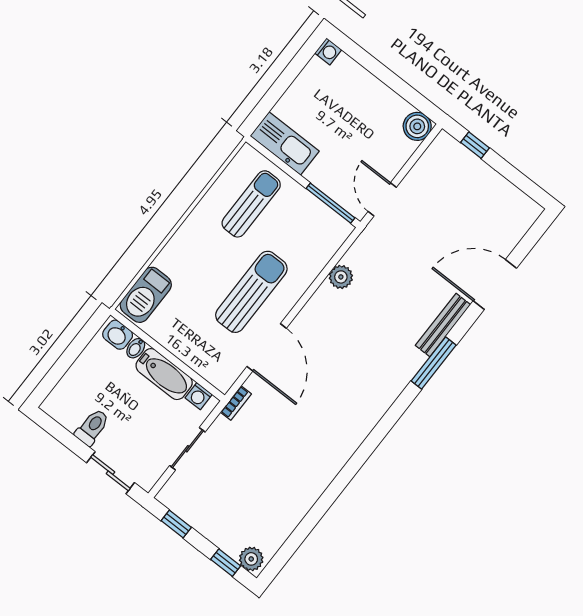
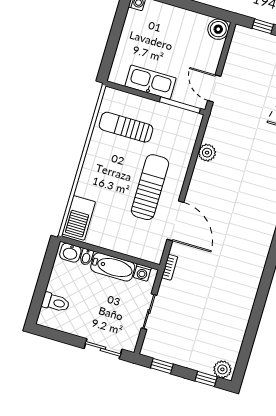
kitchen sink: (285, 143) -> (151, 82), moved
sun lounger: (251, 204) -> (126, 127), turned -90
toilet: (92, 427) -> (56, 302), moved, turned 90

